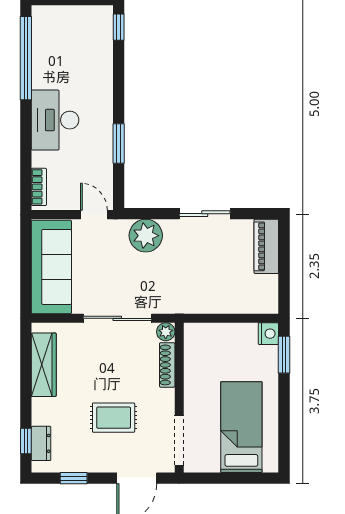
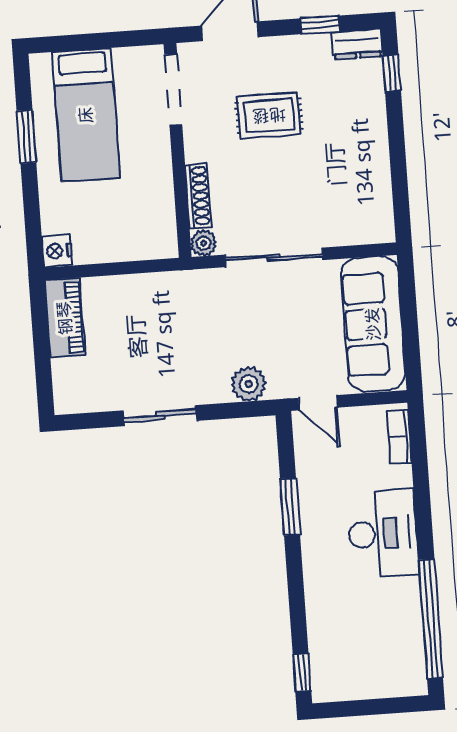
plant: (146, 236) -> (249, 384), width x0.73, depth x0.73
piano: (266, 246) -> (65, 318), moved
window: (284, 355) -> (26, 137), moved
wardrobe: (44, 365) -> (374, 184), removed
dresser: (41, 443) -> (357, 44), moved, turned -90

